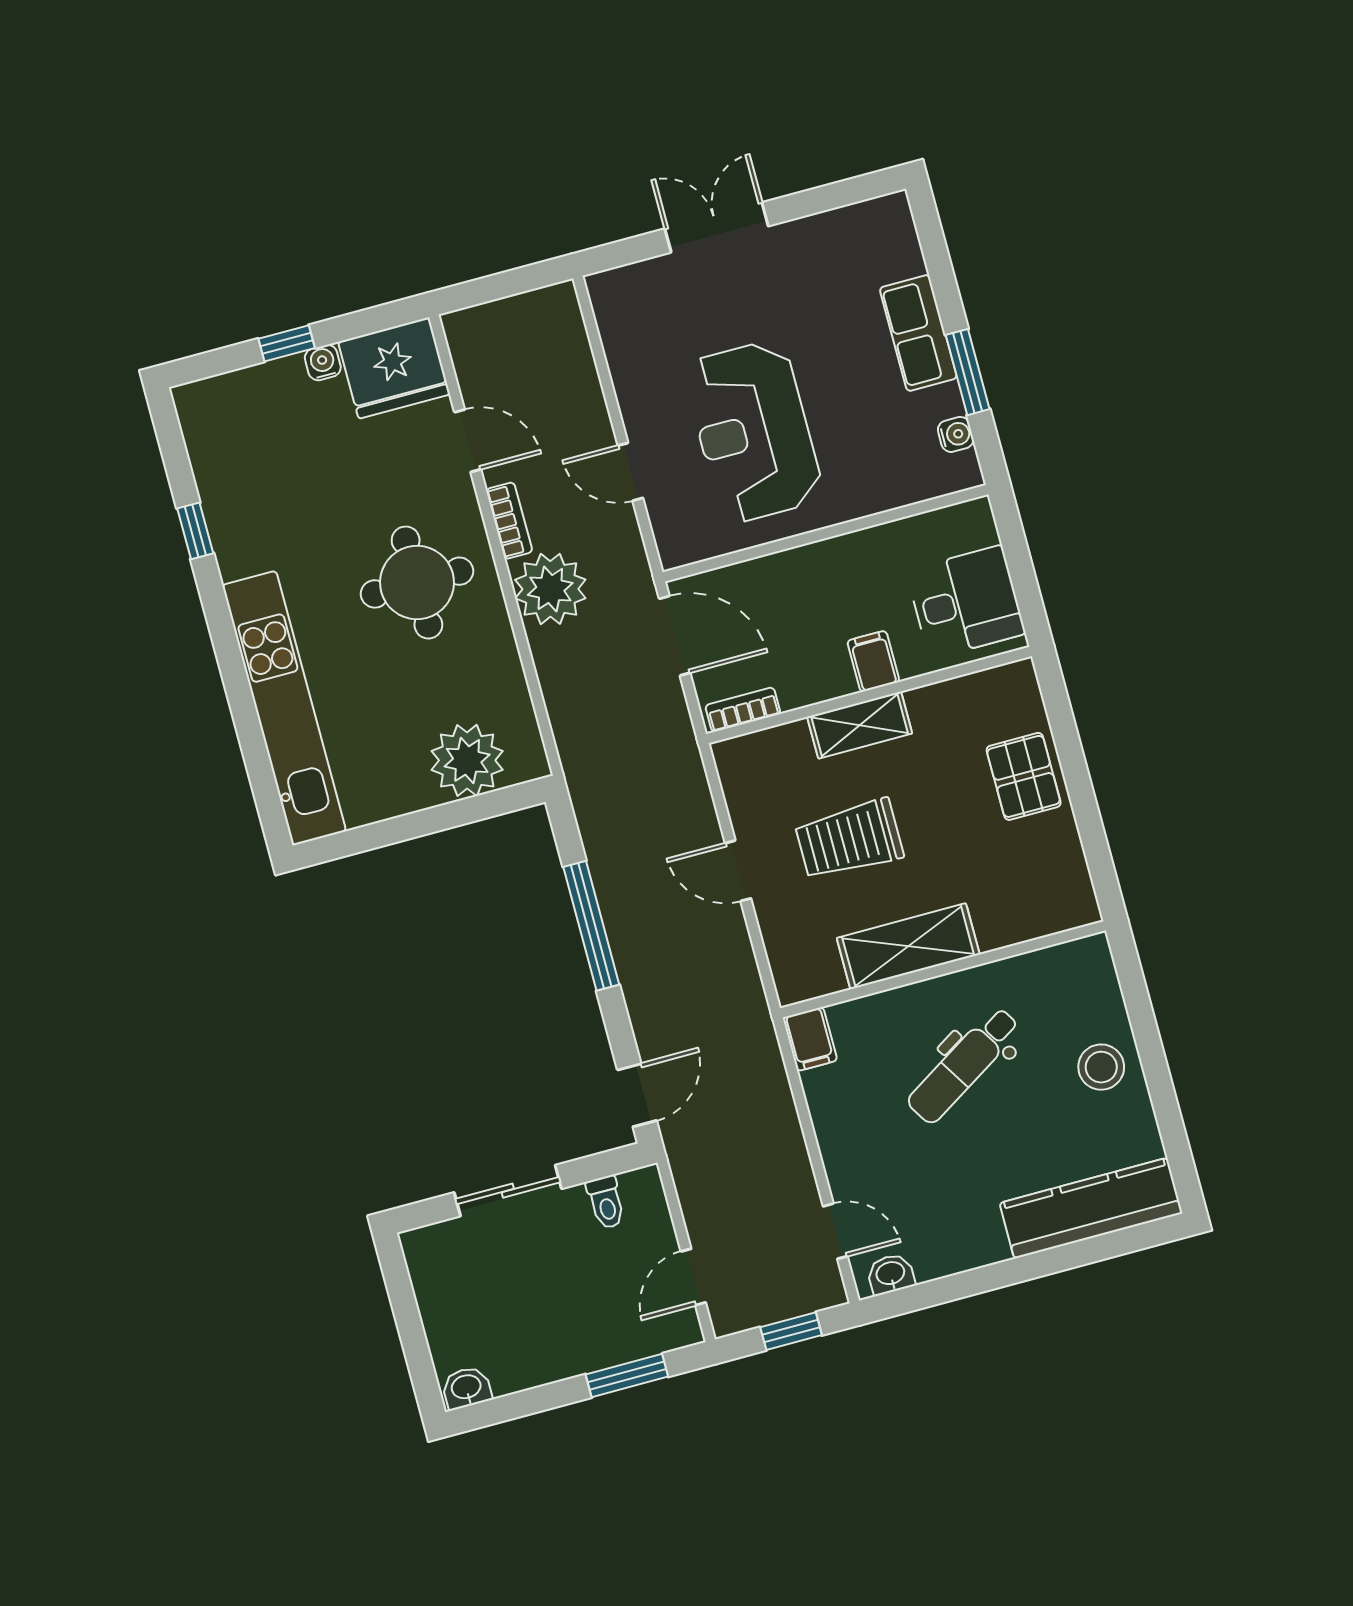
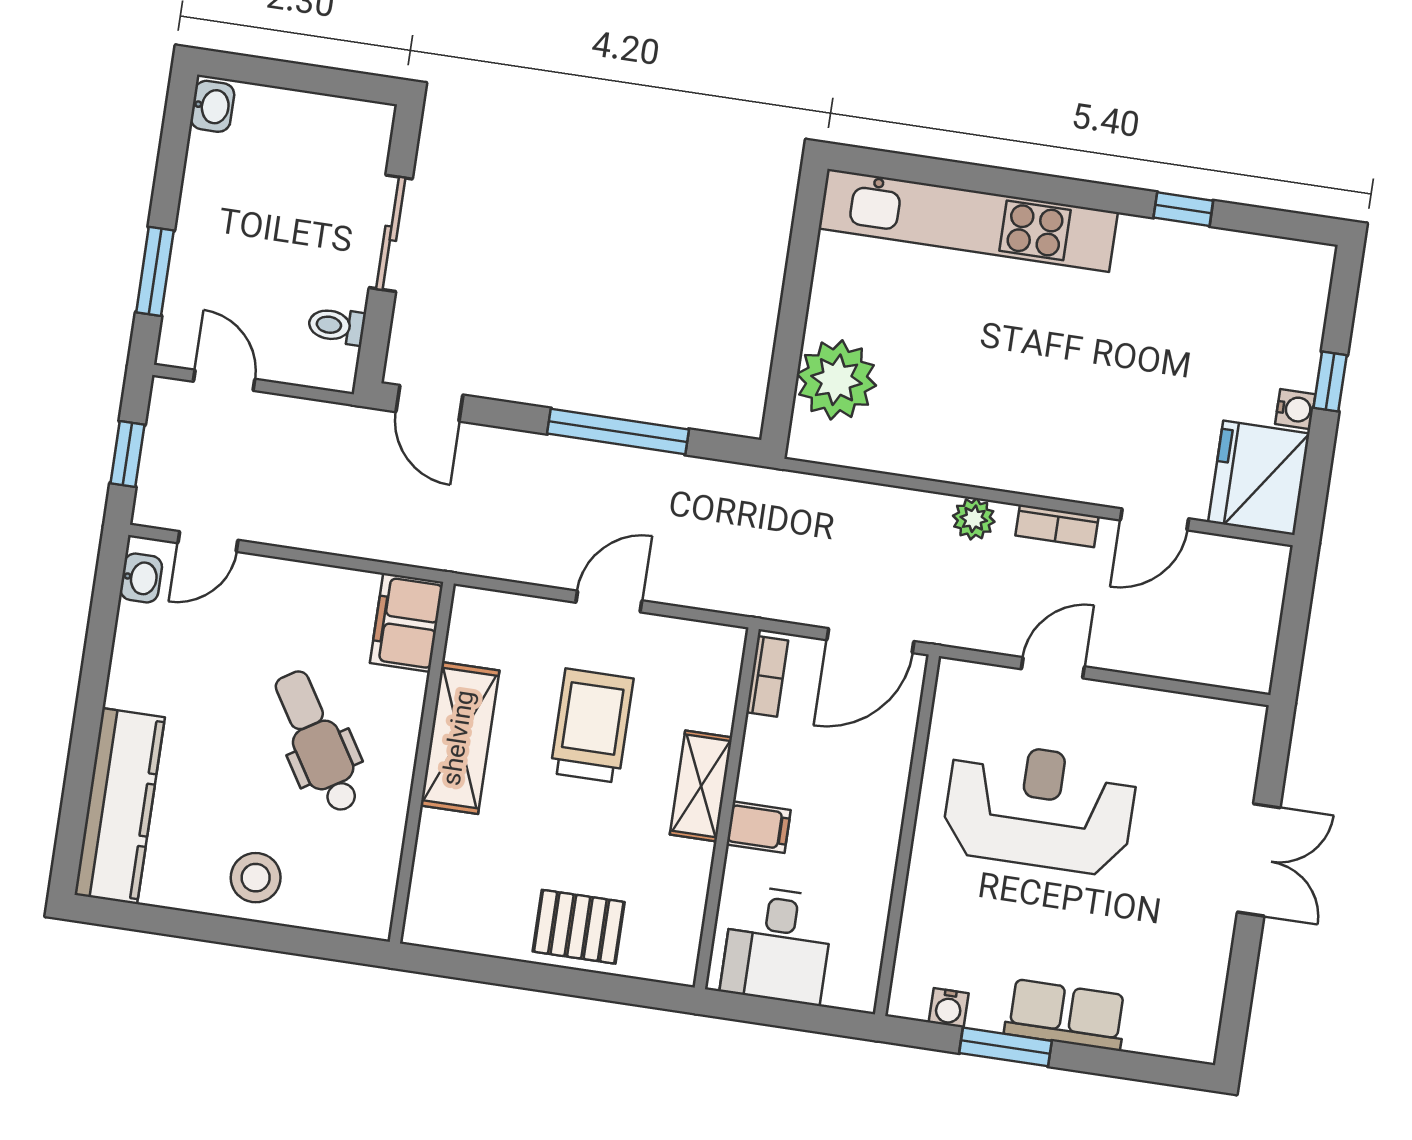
round table: (417, 583) -> (1035, 407), removed
plant: (550, 589) -> (974, 519), width x0.53, depth x0.53
filing cabinet: (810, 1039) -> (407, 622), width x2.00

